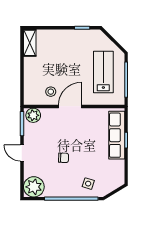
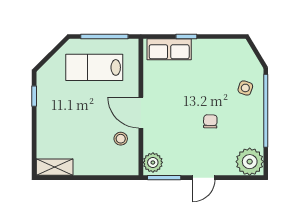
row of seats: (117, 135) -> (169, 49), width x0.68

